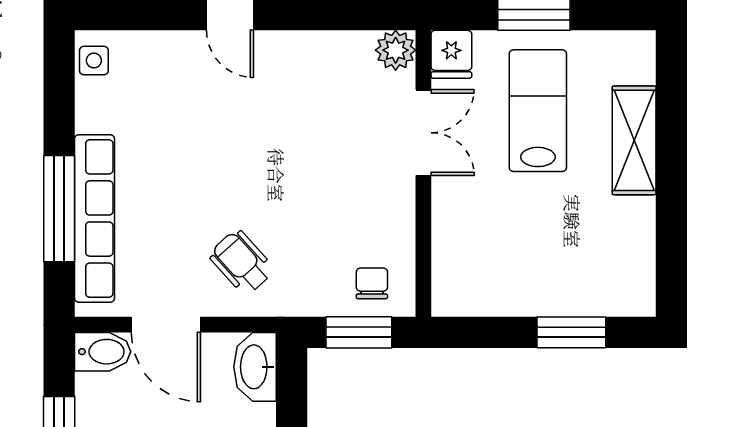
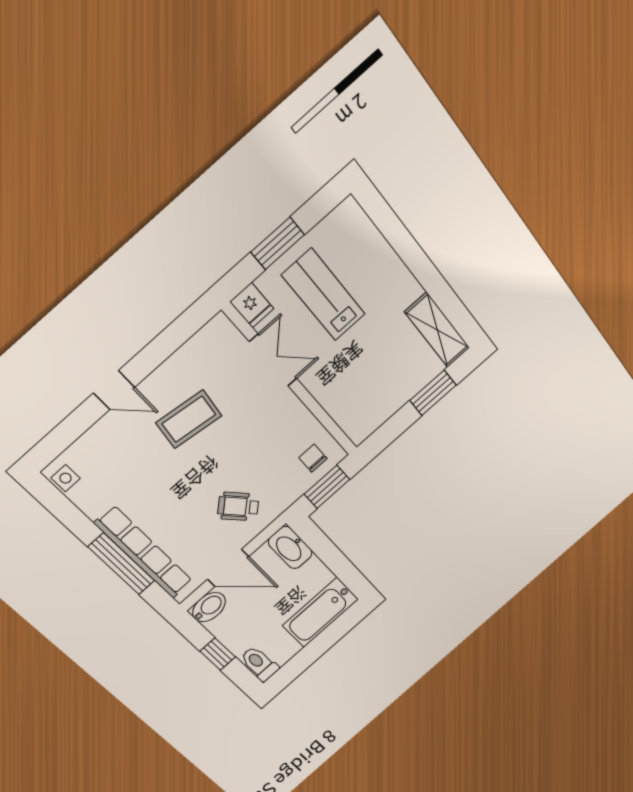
plant: (396, 50) -> (220, 330), removed
coffee table: (278, 115) -> (189, 419), added
shelving: (634, 140) -> (437, 330), moved

